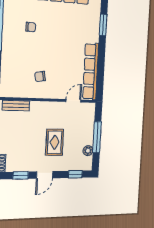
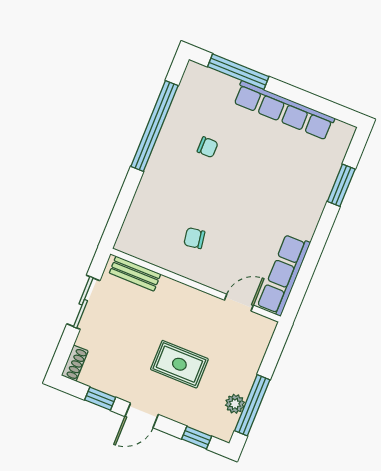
row of seats: (91, 71) -> (284, 275), width x0.73
window: (97, 137) -> (252, 405), moved
rug: (55, 142) -> (179, 364), turned 90

